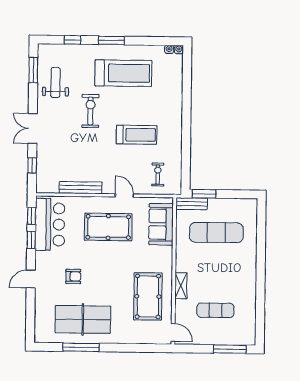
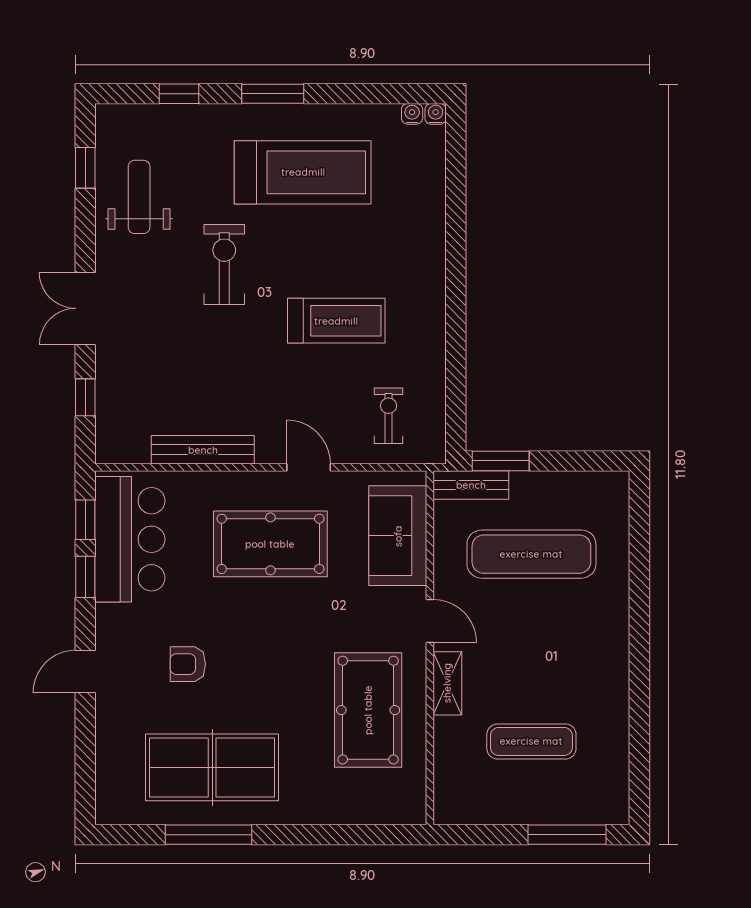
window: (33, 70) -> (85, 168), width x0.67
armchair: (73, 276) -> (188, 664), turned 180
door: (173, 332) -> (430, 621), moved

